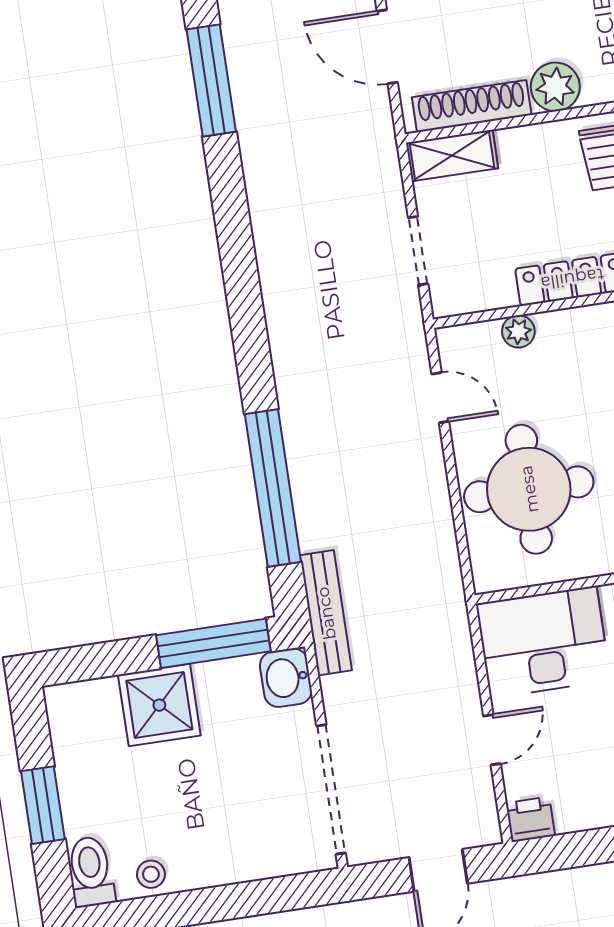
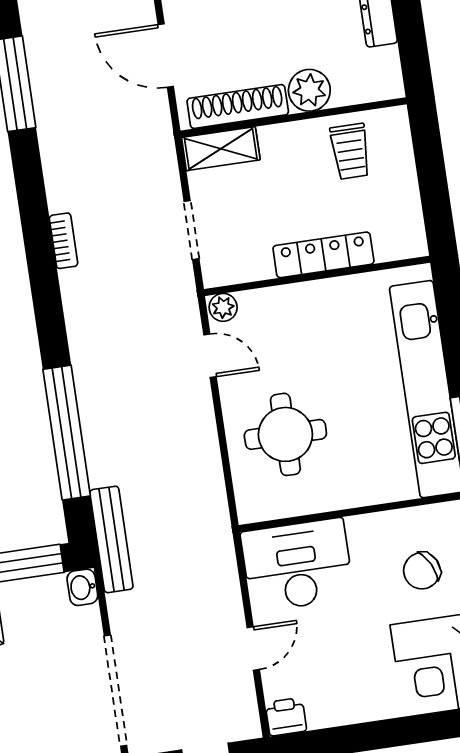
bookcase: (269, 264) -> (64, 241), added
plant: (518, 331) -> (223, 307), moved
round table: (529, 489) -> (285, 434), width x0.73, depth x0.73
washbasin: (286, 678) -> (82, 587), width x0.72, depth x0.69

